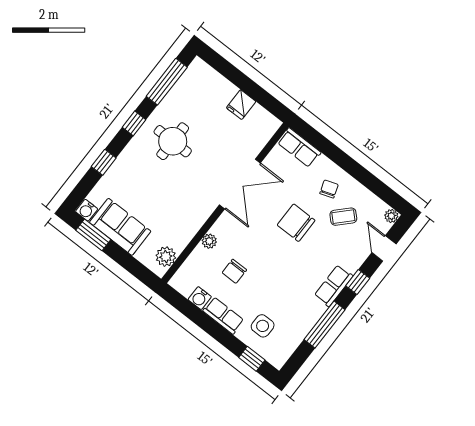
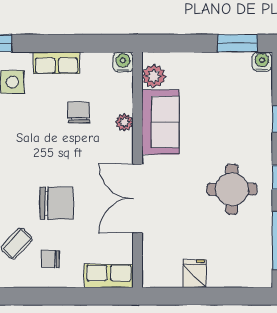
chair: (329, 189) -> (50, 259), turned 111
sofa: (120, 227) -> (160, 122), moved, turned -90
water cooler: (200, 298) -> (123, 62), moved

